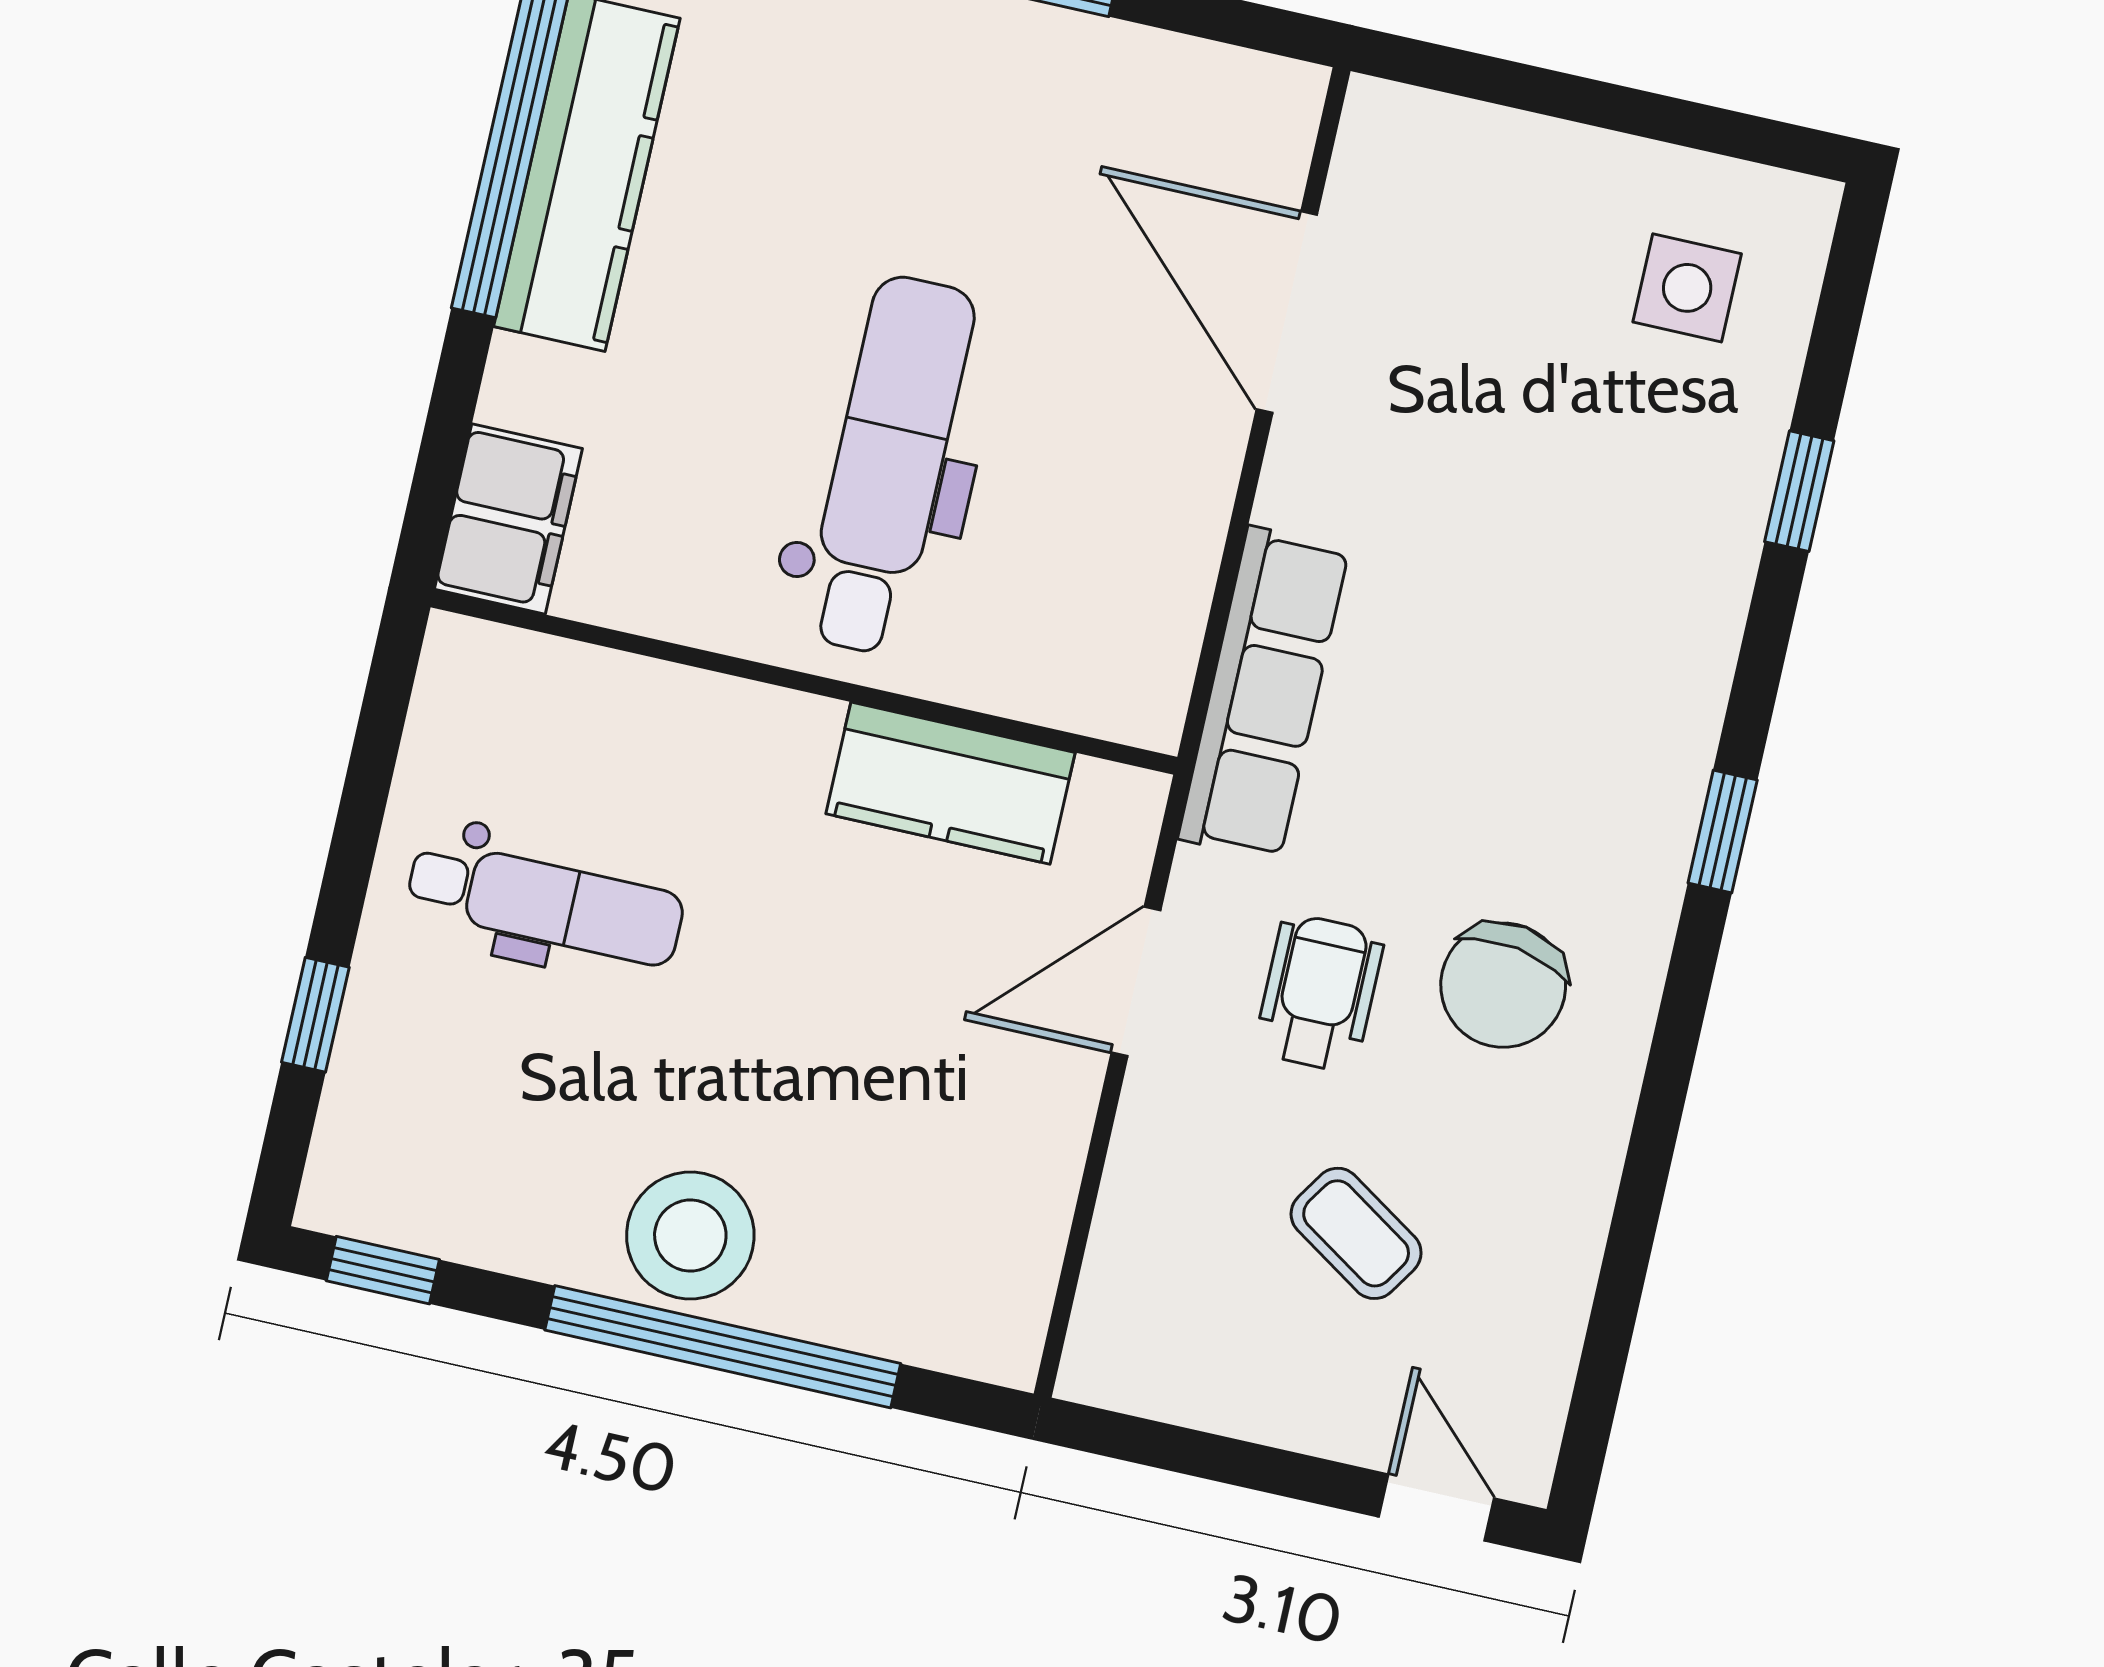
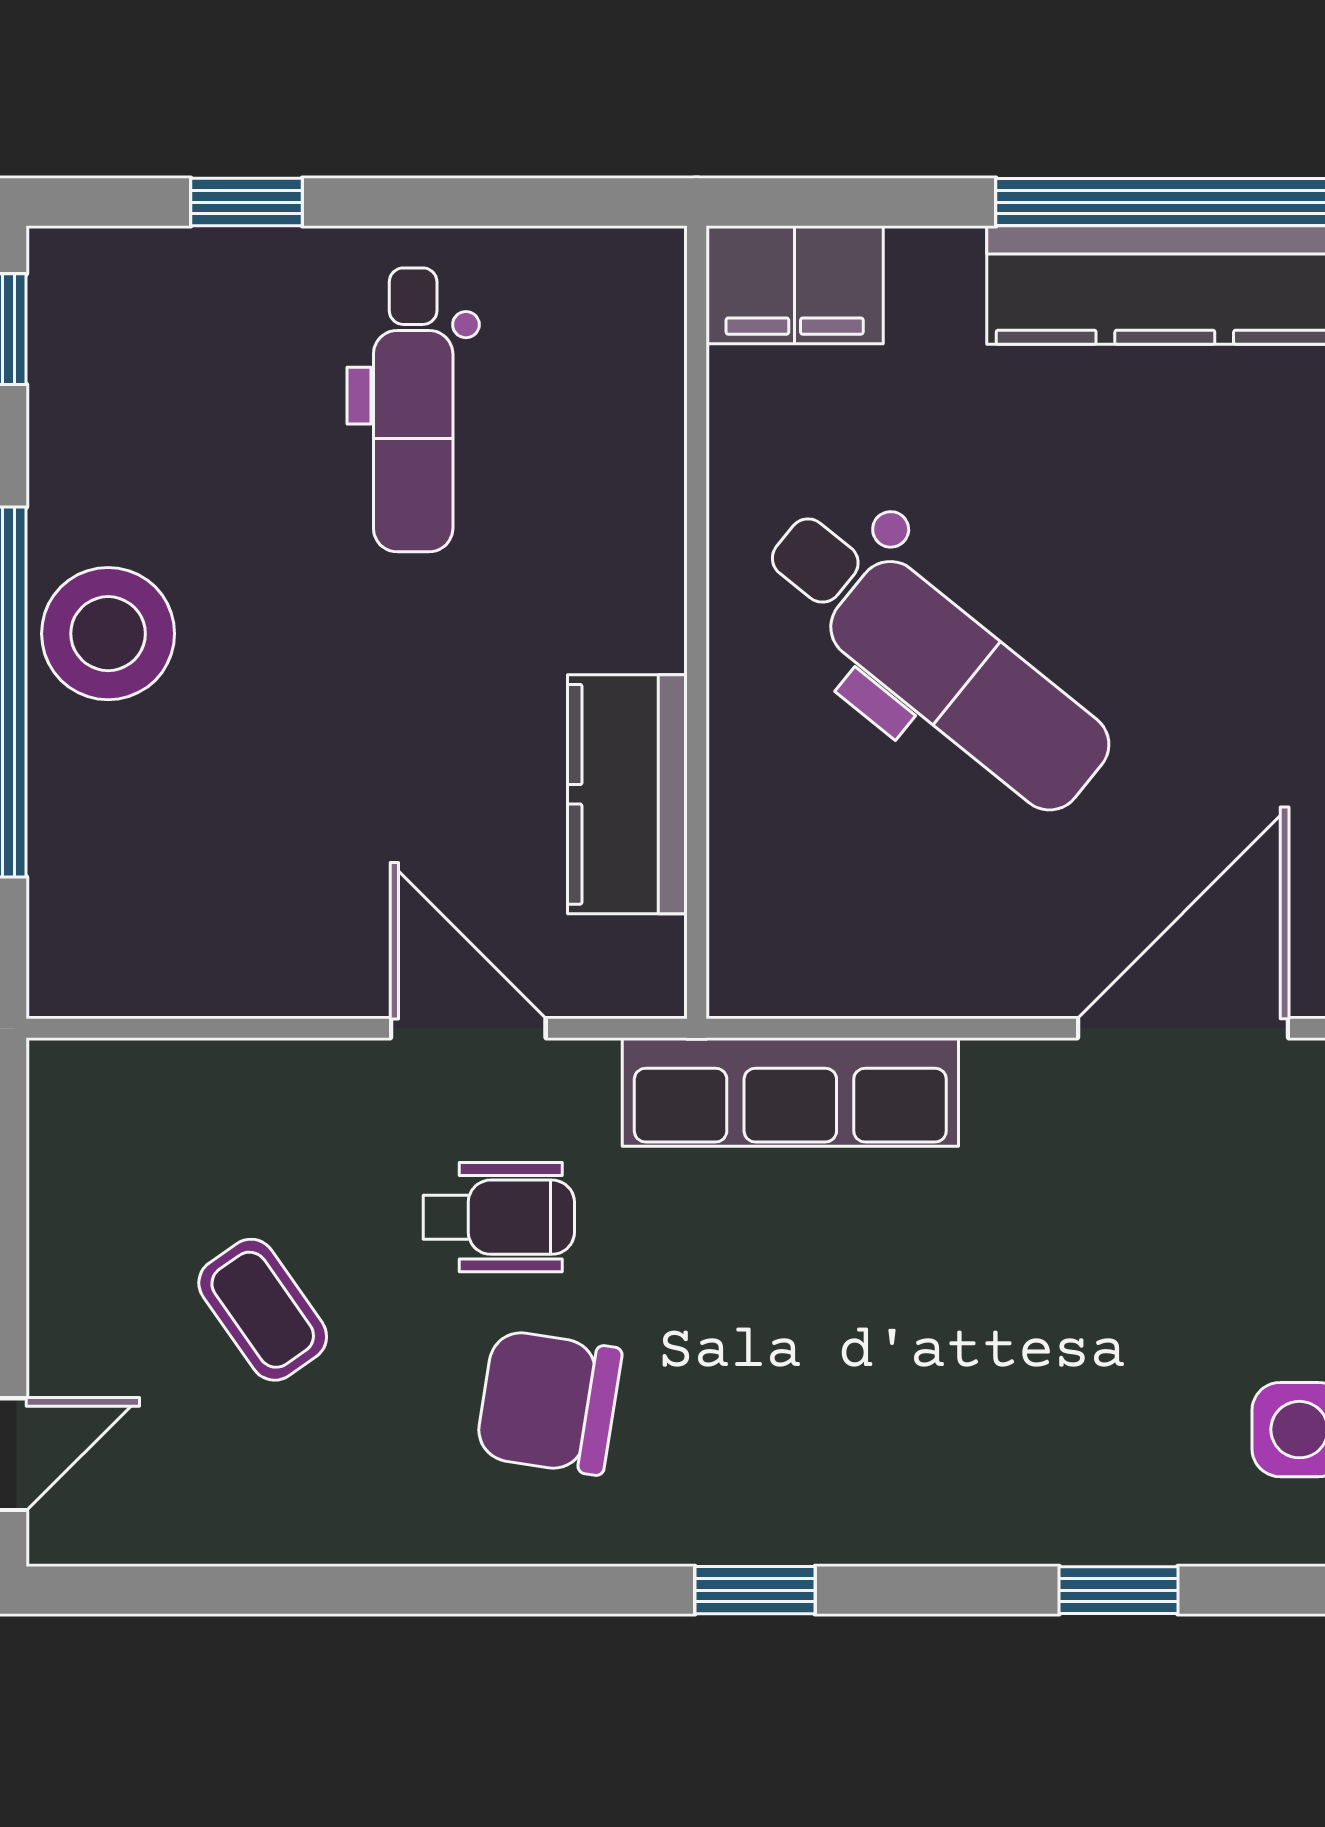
dental chair: (889, 465) -> (936, 659), turned 39
coffee table: (1356, 1233) -> (263, 1310), turned -68

